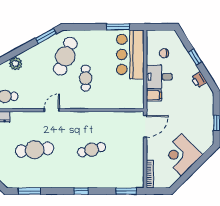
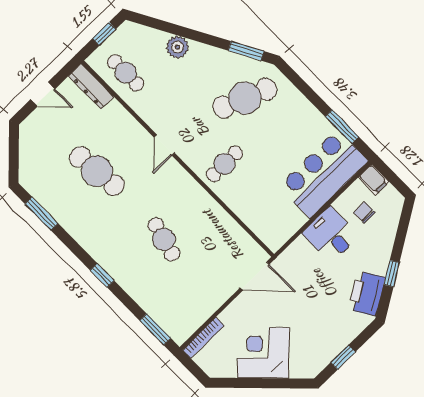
window: (195, 57) -> (392, 274), moved
cafe table: (86, 78) -> (225, 164), moved
printer: (199, 80) -> (367, 294), width x1.87, depth x1.48
filing cabinet: (154, 95) -> (374, 180), moved
door: (52, 110) -> (164, 145), swing flipped
cafe table: (92, 150) -> (164, 239), turned 30

